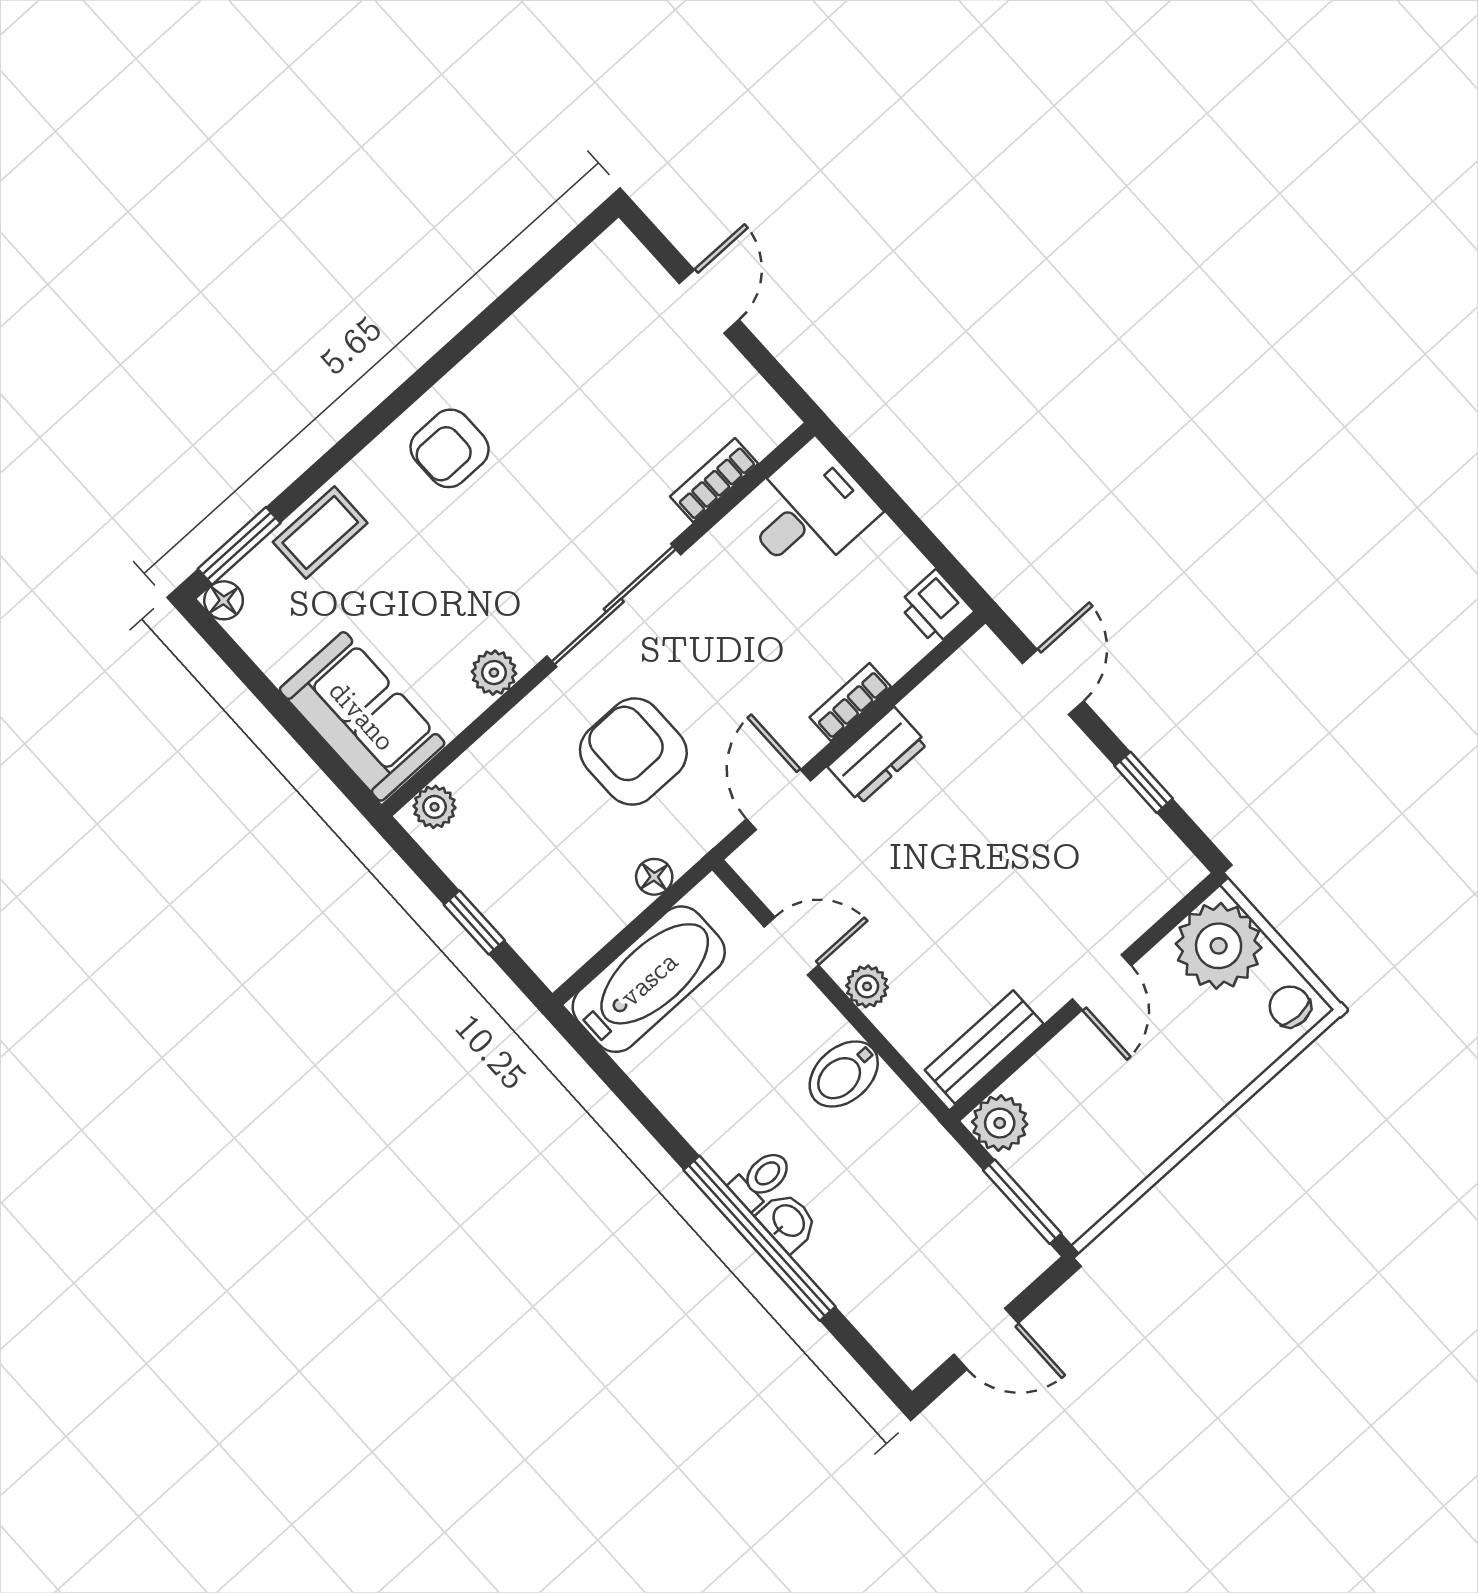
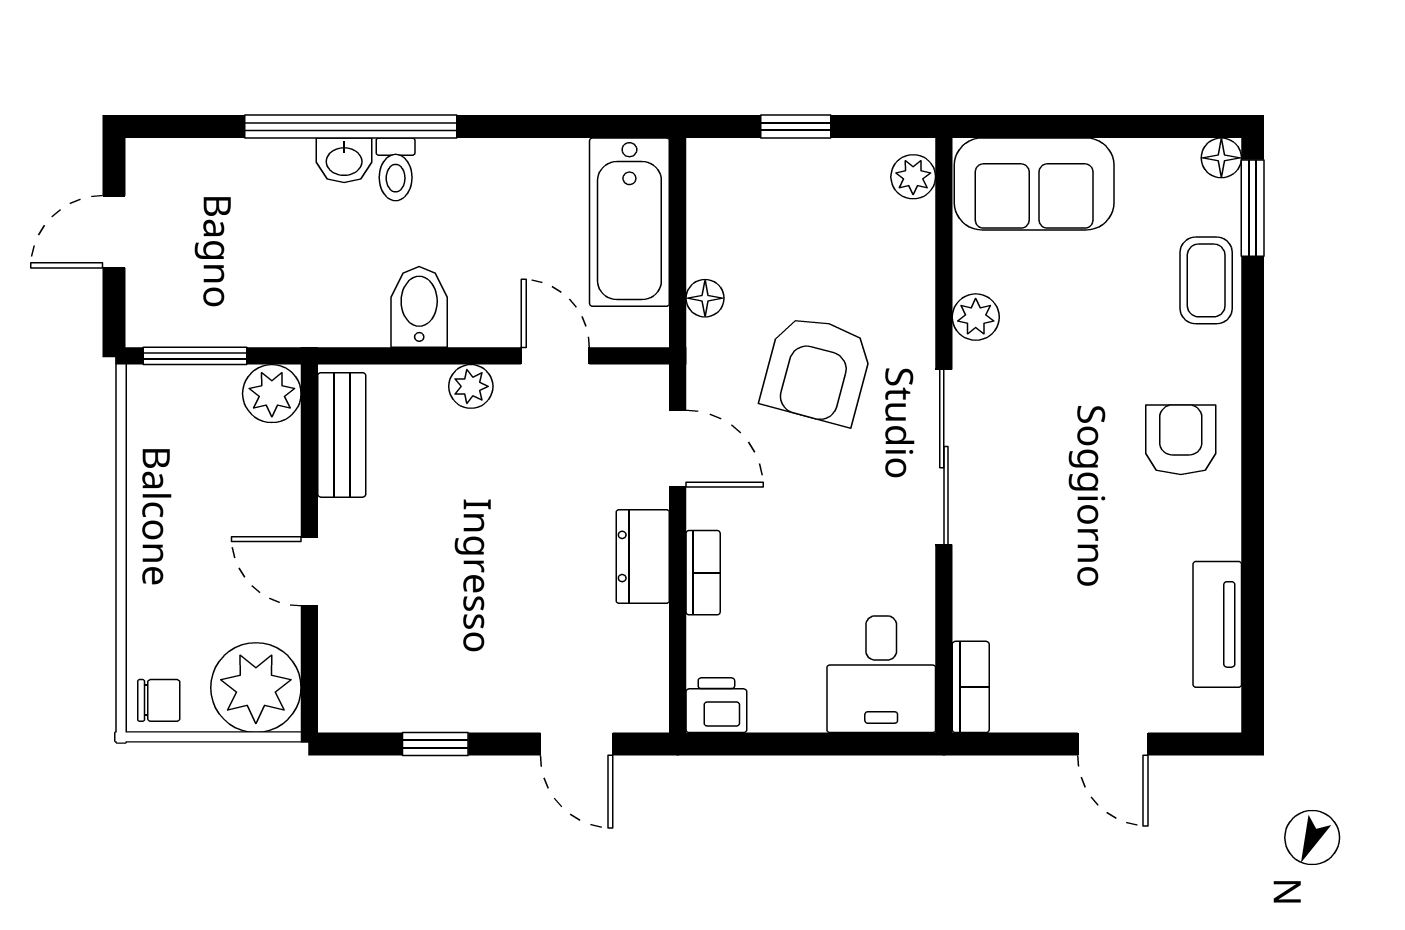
tv unit: (557, 304) -> (1217, 624), added
bookcase: (714, 480) -> (971, 687), moved
armchair: (633, 752) -> (817, 370), turned 105
door: (791, 946) -> (555, 356), swing flipped

